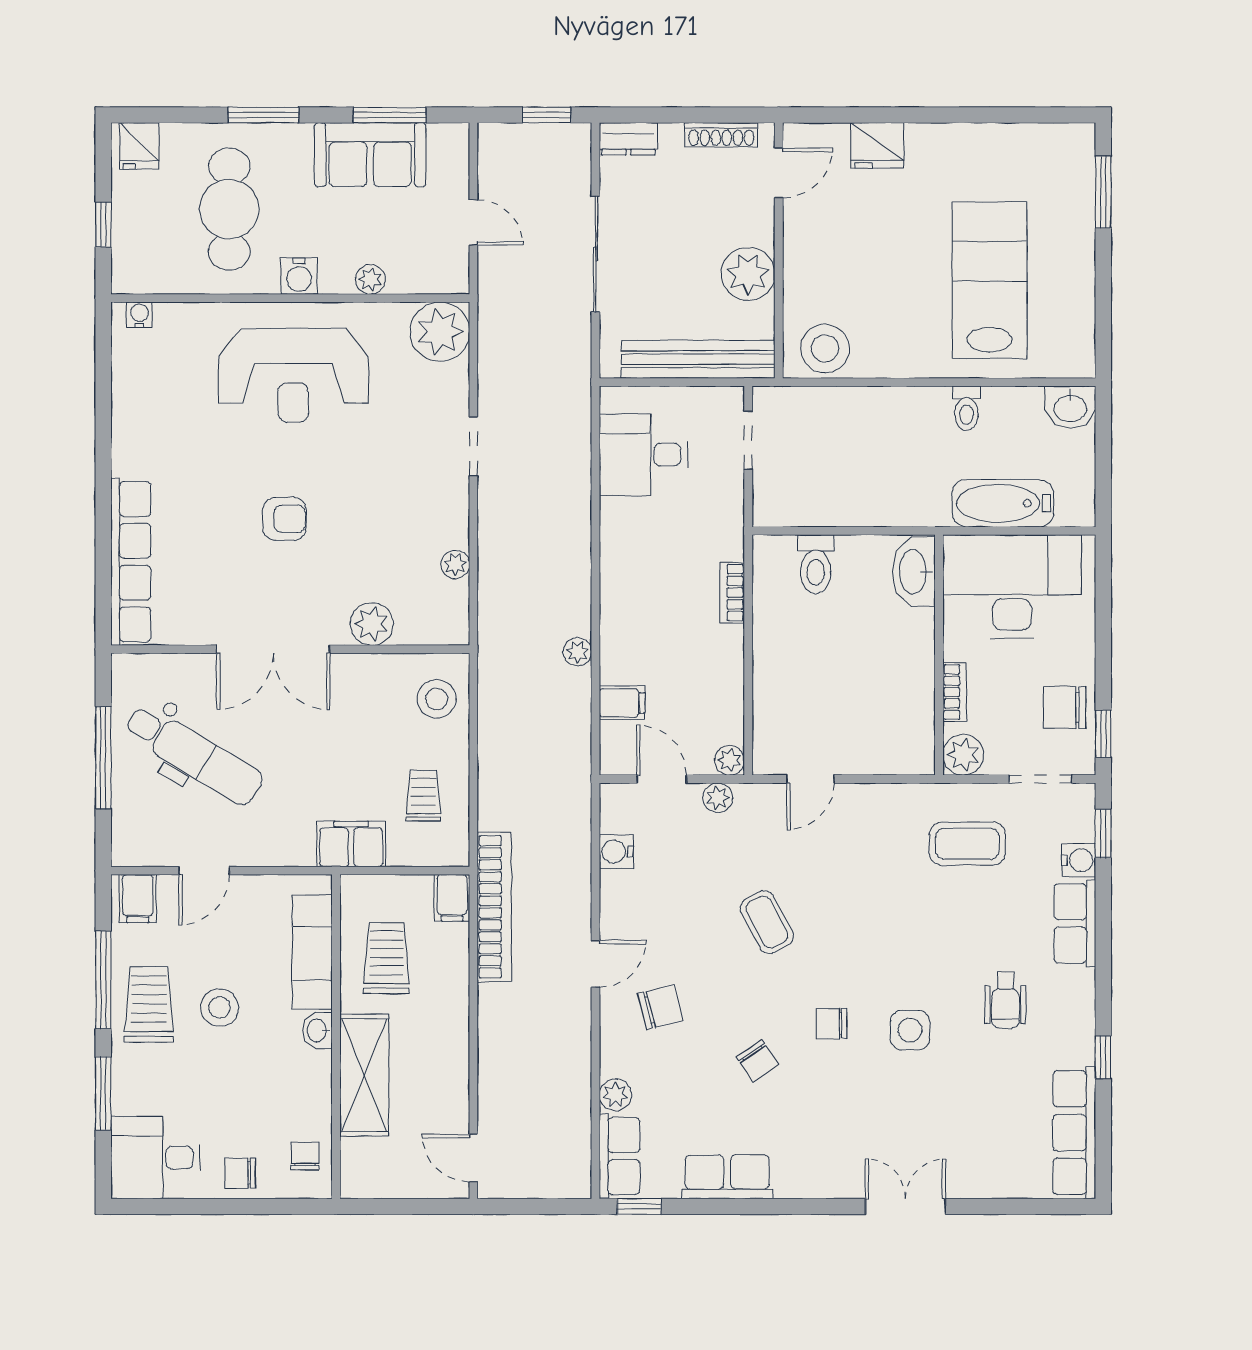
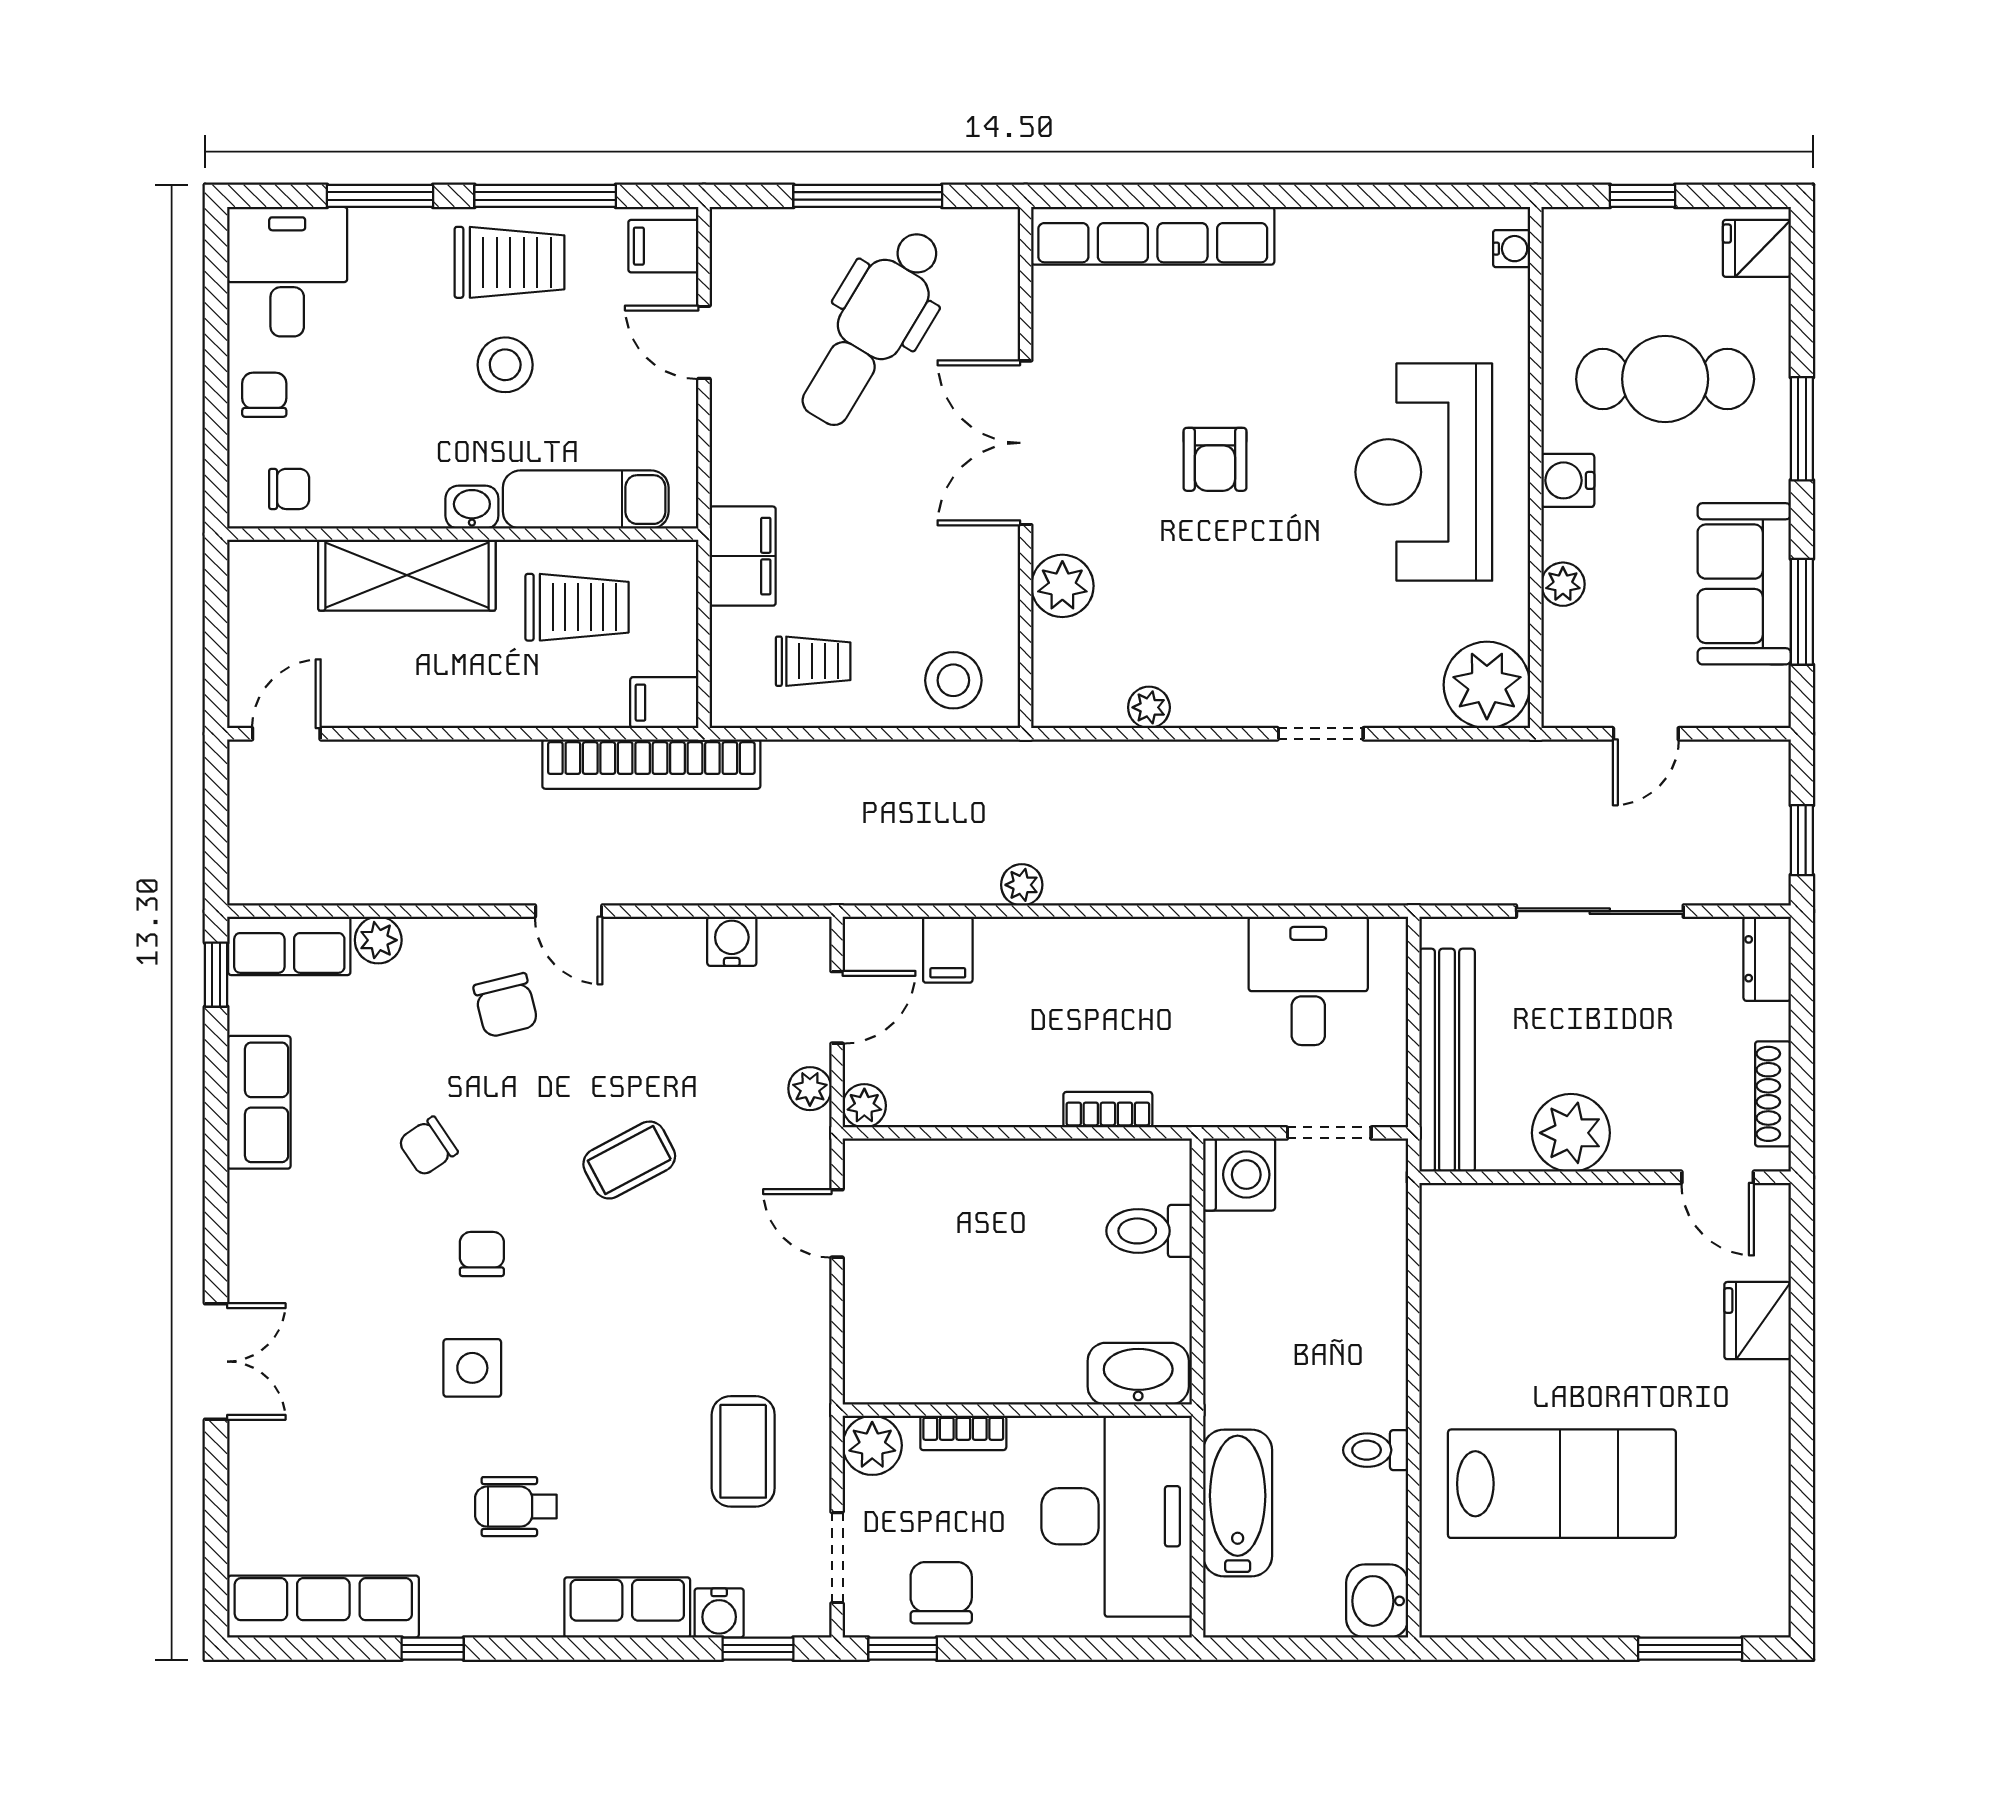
stool: (825, 349) -> (1463, 1244), removed
washing machine: (777, 502) -> (1239, 1175), added

